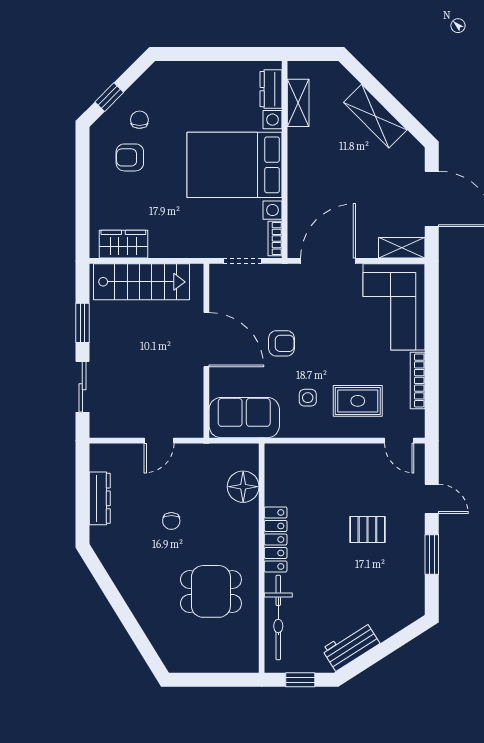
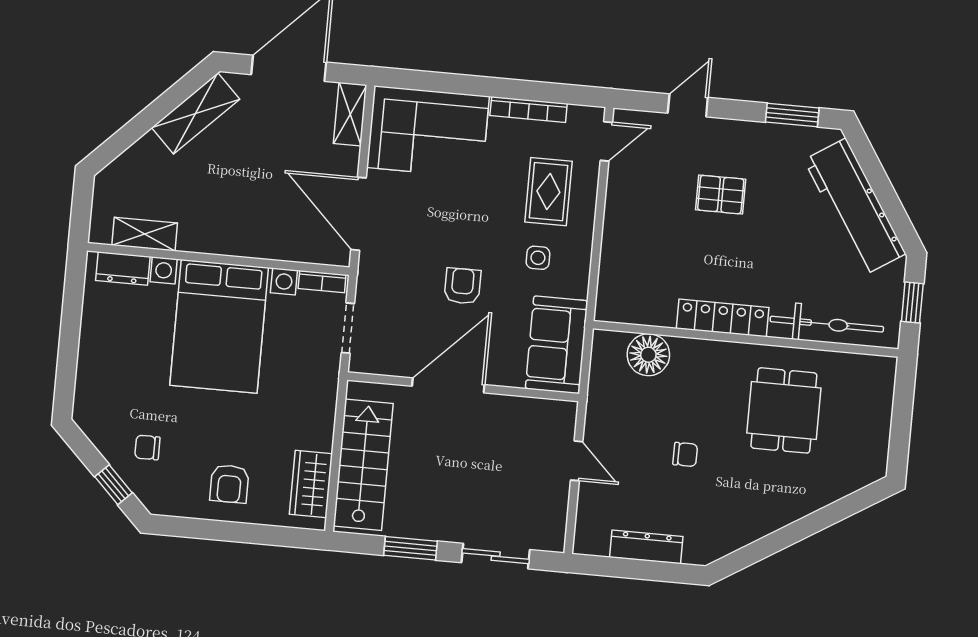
shelving: (375, 116) -> (196, 113), moved
armchair: (130, 157) -> (229, 484), moved
pallet: (367, 529) -> (721, 195), turned 90
window: (432, 554) -> (792, 115), moved
workbench: (351, 646) -> (855, 207), width x1.88, depth x1.32

